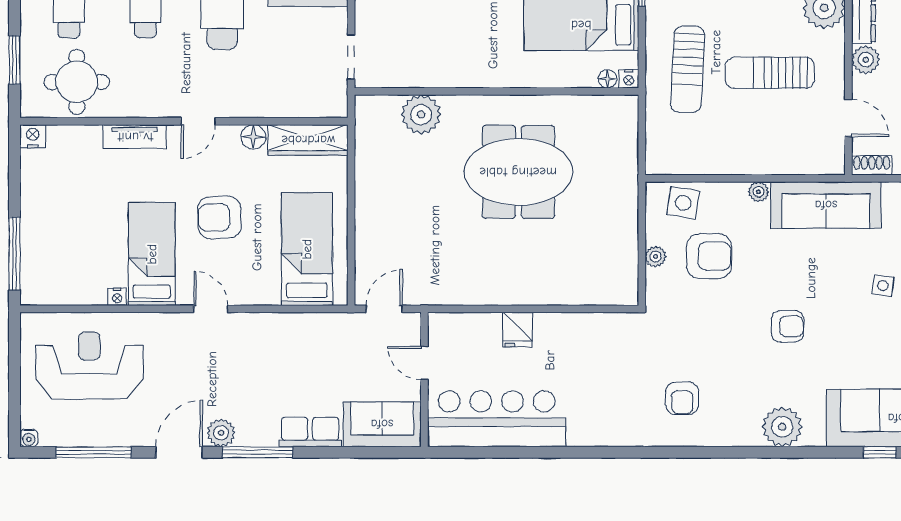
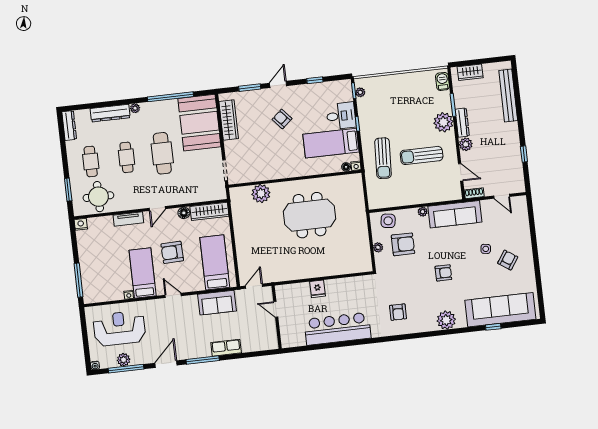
bar counter: (497, 419) -> (338, 329), moved
sofa: (382, 424) -> (217, 303), moved, turned 180
plant: (221, 433) -> (124, 360), moved

